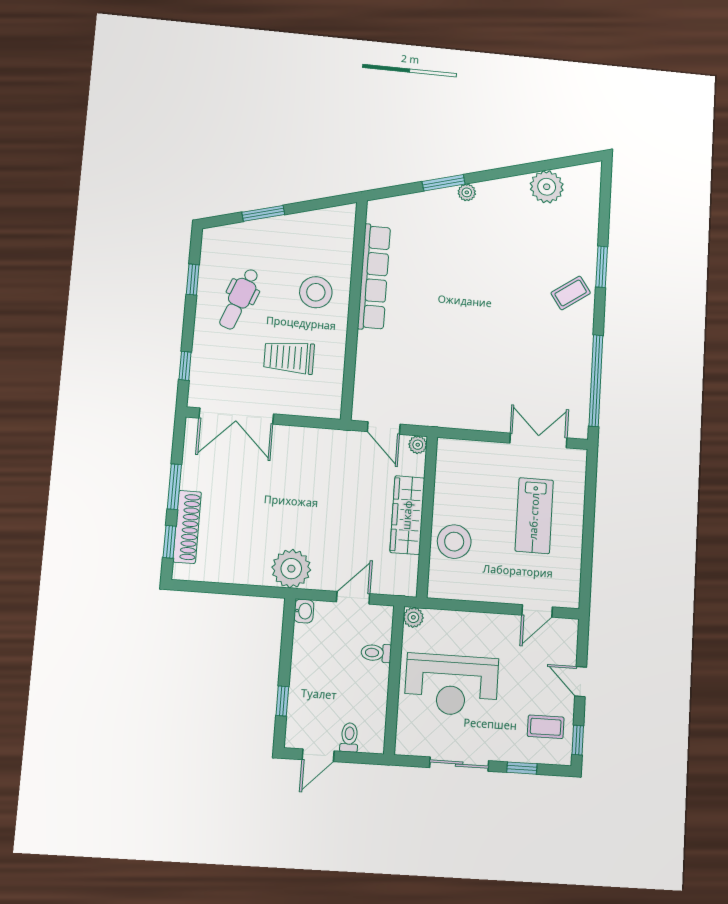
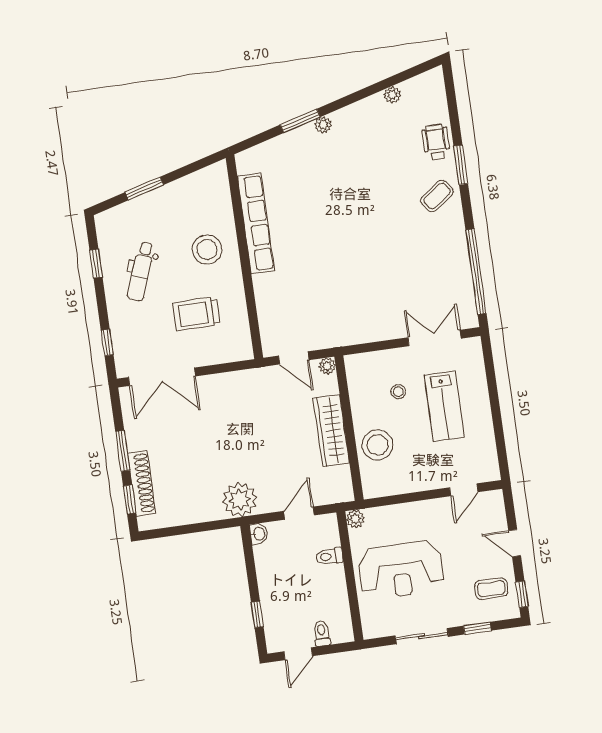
plant: (547, 187) -> (392, 95), width x0.53, depth x0.53
wheelchair: (581, 238) -> (436, 142), added
stool: (488, 489) -> (398, 392), added

